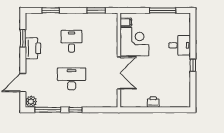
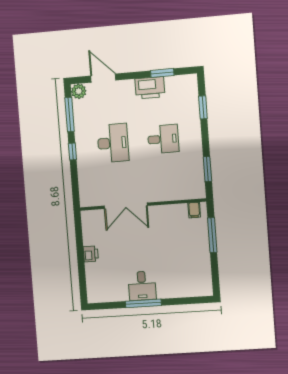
window: (163, 10) -> (212, 235), moved
corner desk: (134, 42) -> (169, 223), removed
desk: (180, 45) -> (142, 286), moved
window: (193, 65) -> (143, 303), width x2.17

